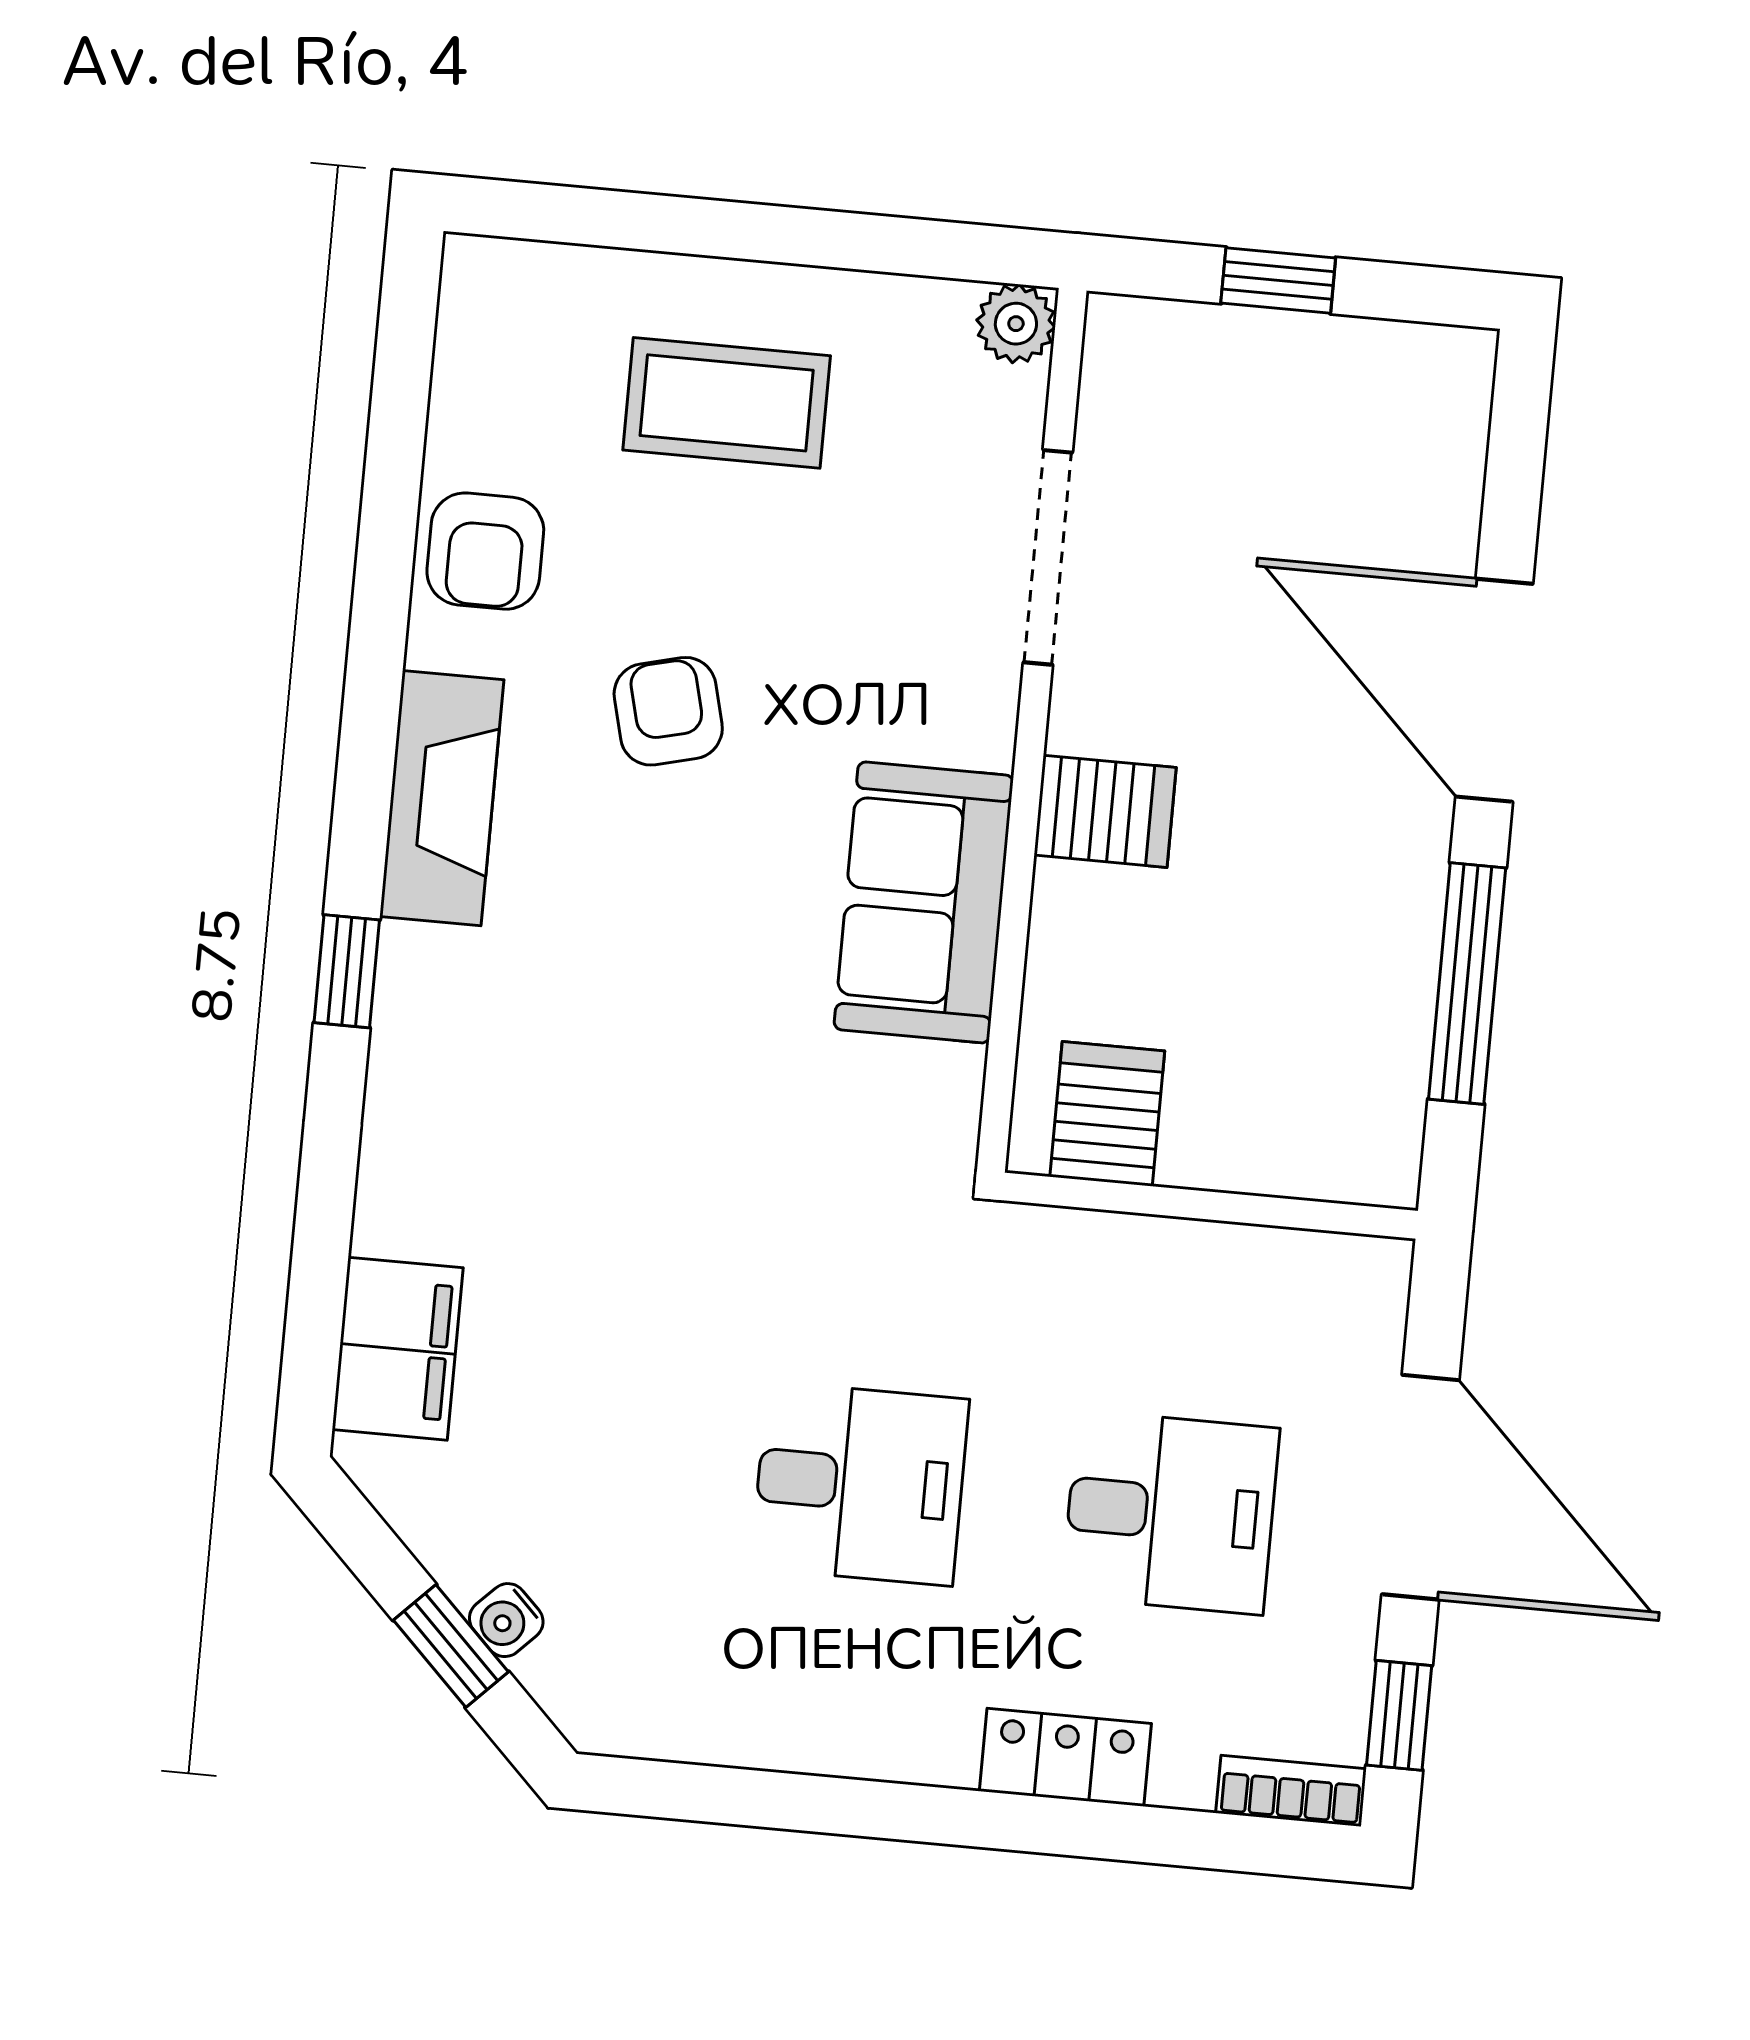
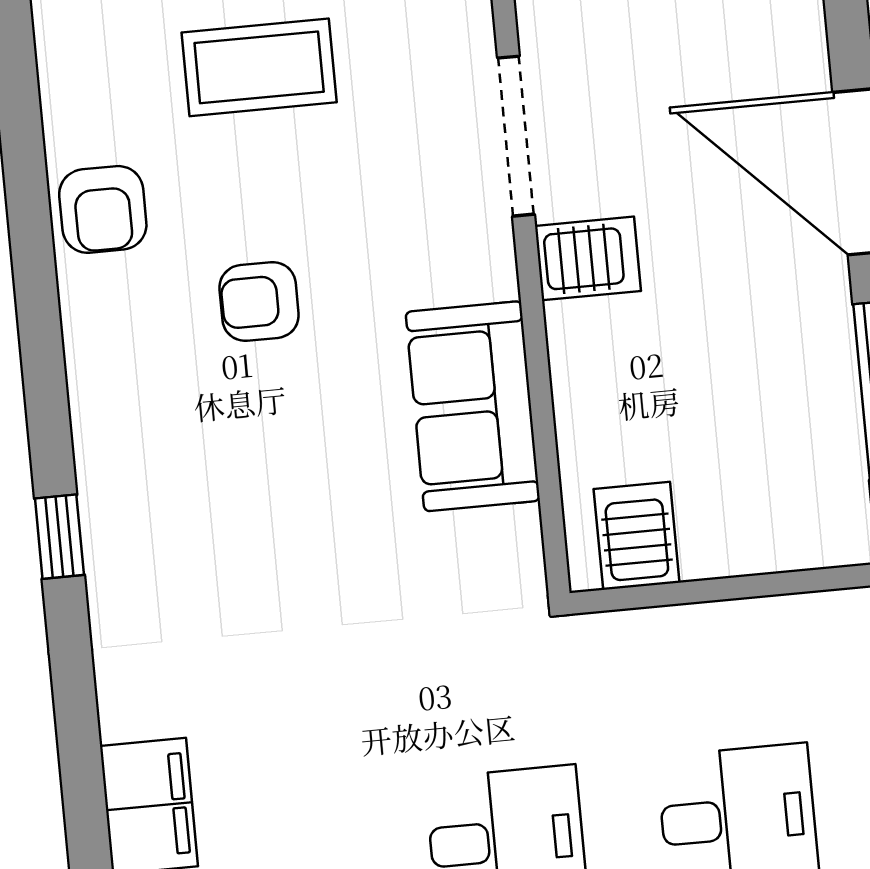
armchair: (668, 711) -> (259, 301), turned -76
fireplace: (442, 798) -> (105, 397), removed
server rack: (1105, 811) -> (588, 258), moved

